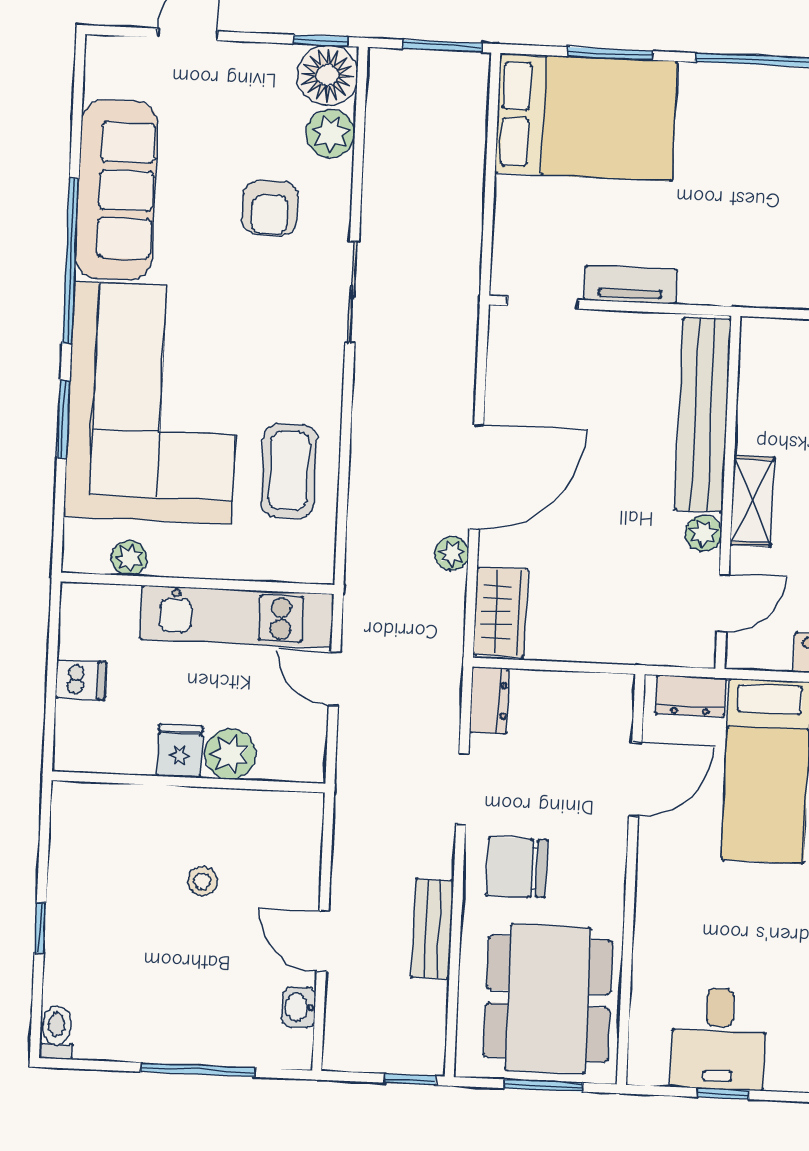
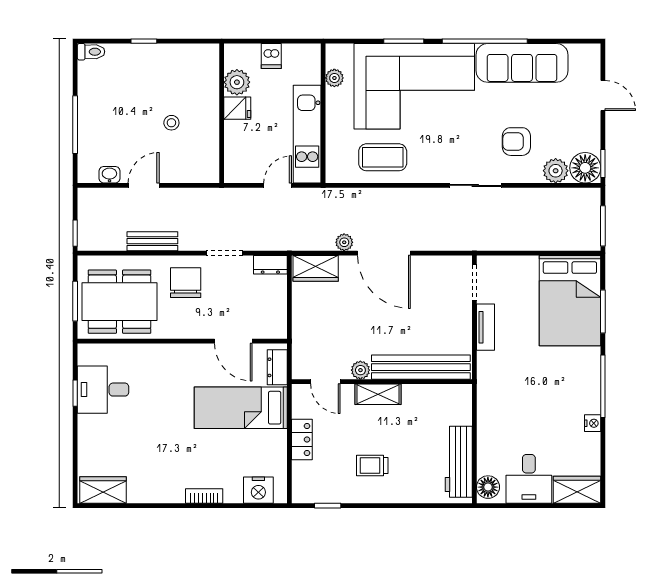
plant: (230, 754) -> (237, 82), moved

